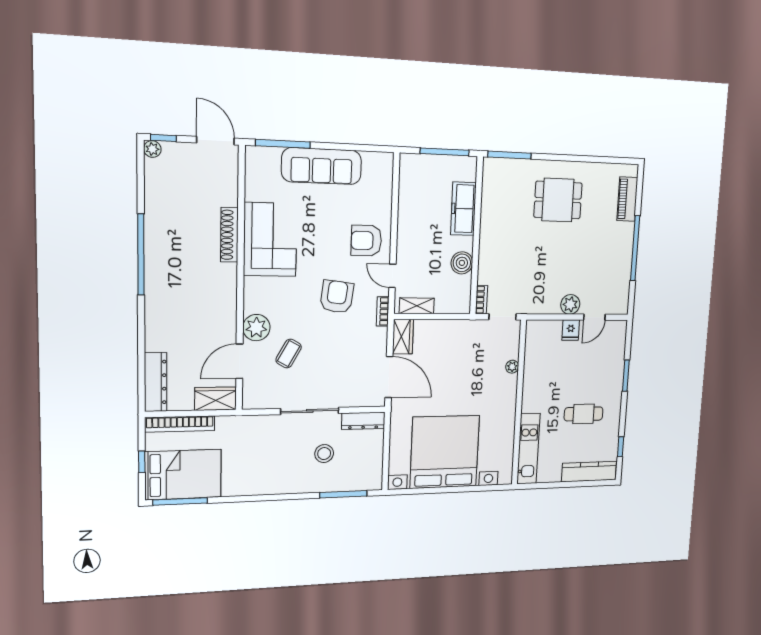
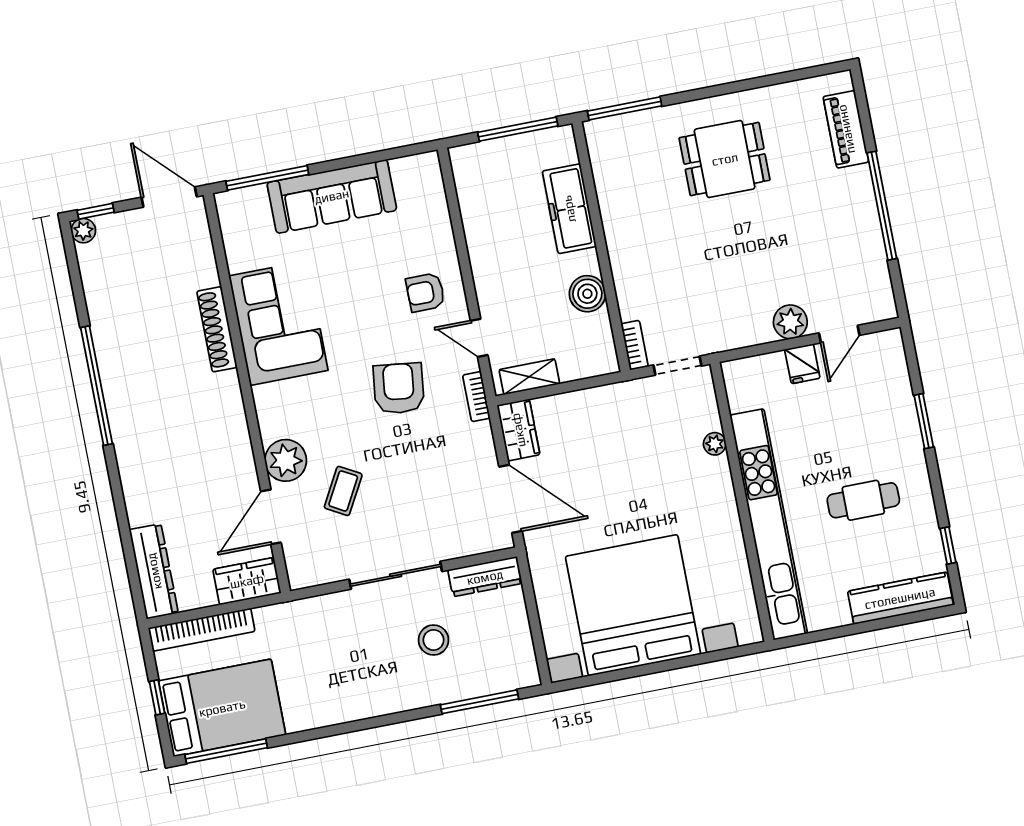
armchair: (366, 241) -> (425, 292), width x0.72, depth x0.72
kitchen unit: (528, 449) -> (769, 524), width x1.86

